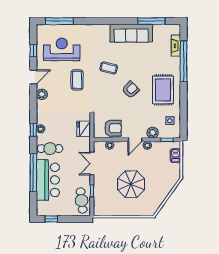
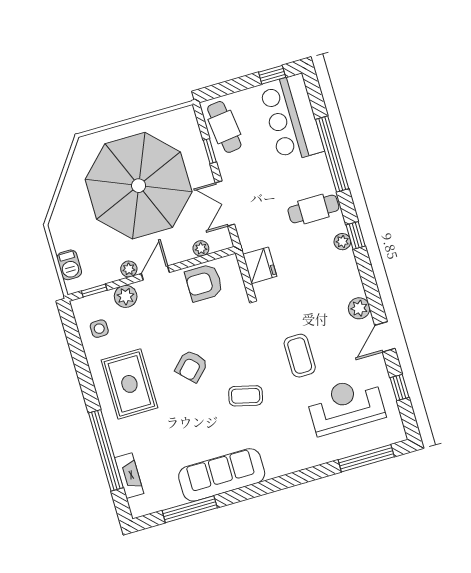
reception desk: (62, 49) -> (346, 405), turned 180
double door: (92, 164) -> (225, 203), swing flipped
bar counter: (48, 180) -> (292, 118), moved
parasol: (131, 184) -> (139, 186), width x1.86, depth x1.86

